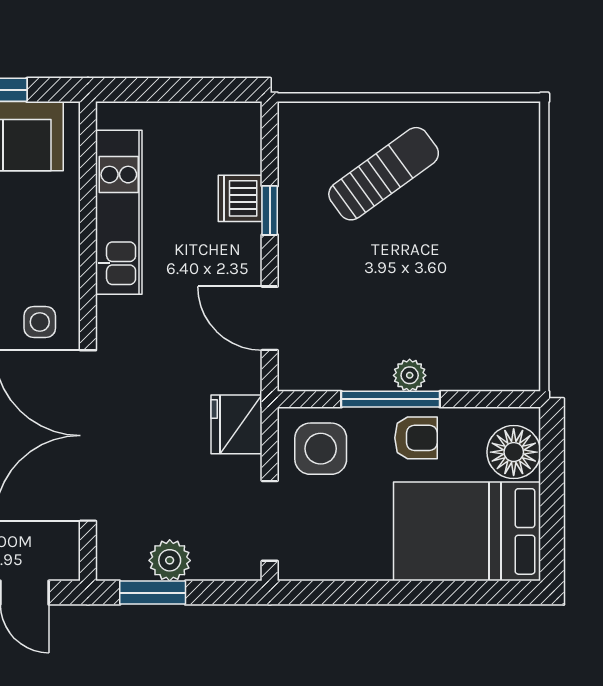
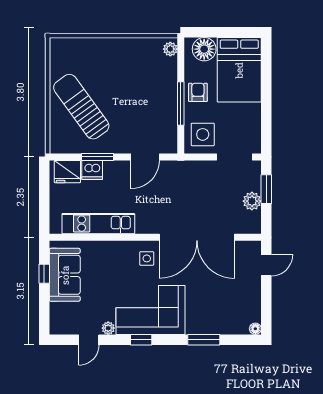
sun lounger: (384, 174) -> (81, 107), width x1.36, depth x1.34
window: (270, 210) -> (97, 157), width x1.50
plant: (410, 375) -> (170, 49), moved
fridge: (236, 424) -> (67, 172), moved
window: (153, 593) -> (266, 189), moved

